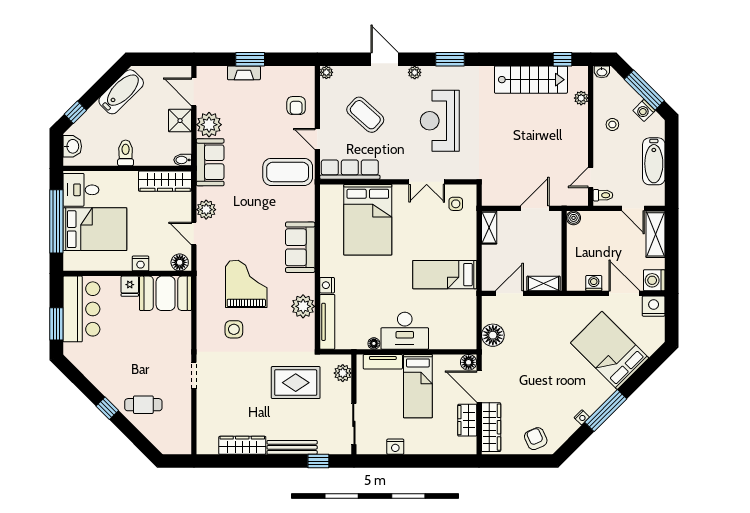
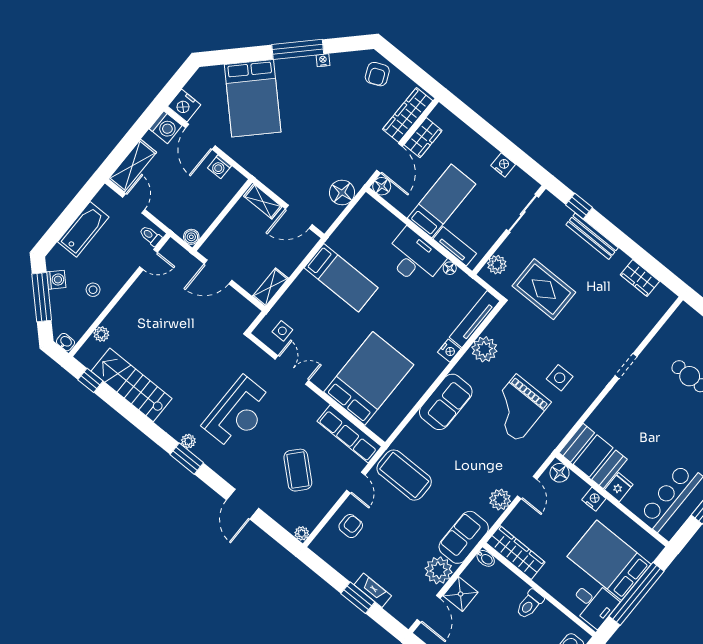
plant: (415, 72) -> (188, 441), moved
wardrobe: (242, 445) -> (640, 278), width x0.67

